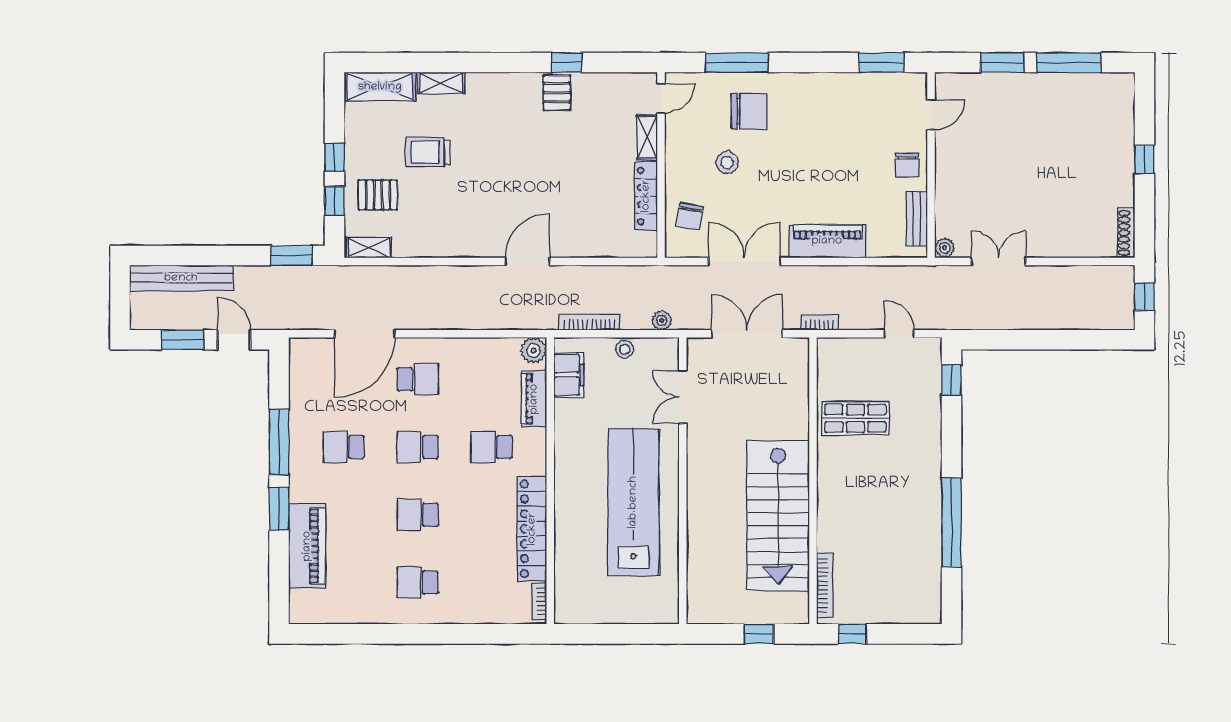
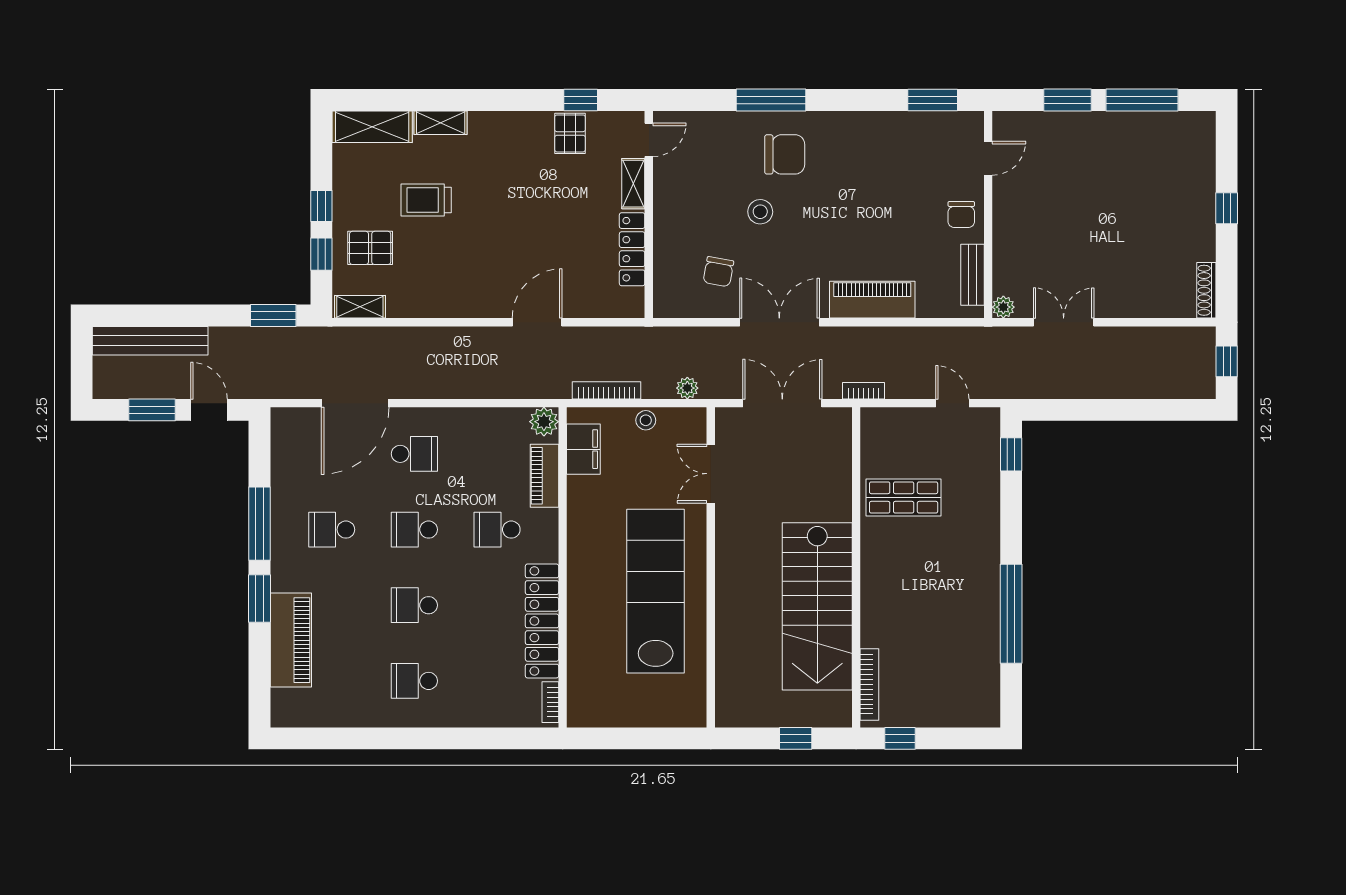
door: (661, 98) -> (649, 140), moved
shelving: (647, 137) -> (633, 184), moved
wall: (661, 165) -> (649, 214), moved
locker: (646, 196) -> (632, 249), moved

